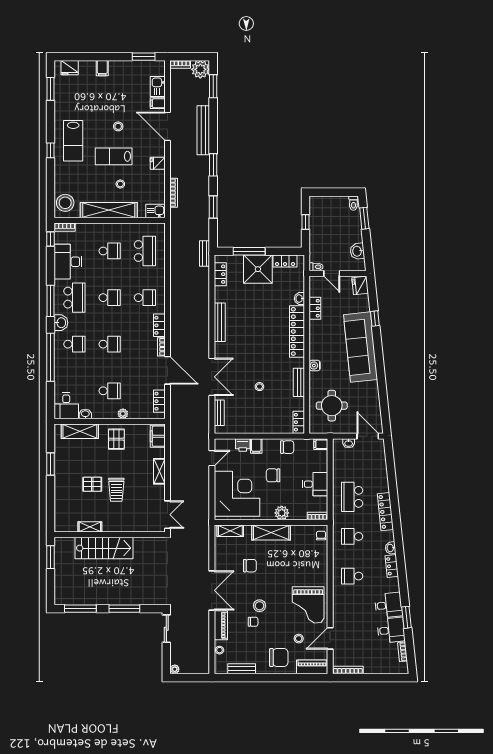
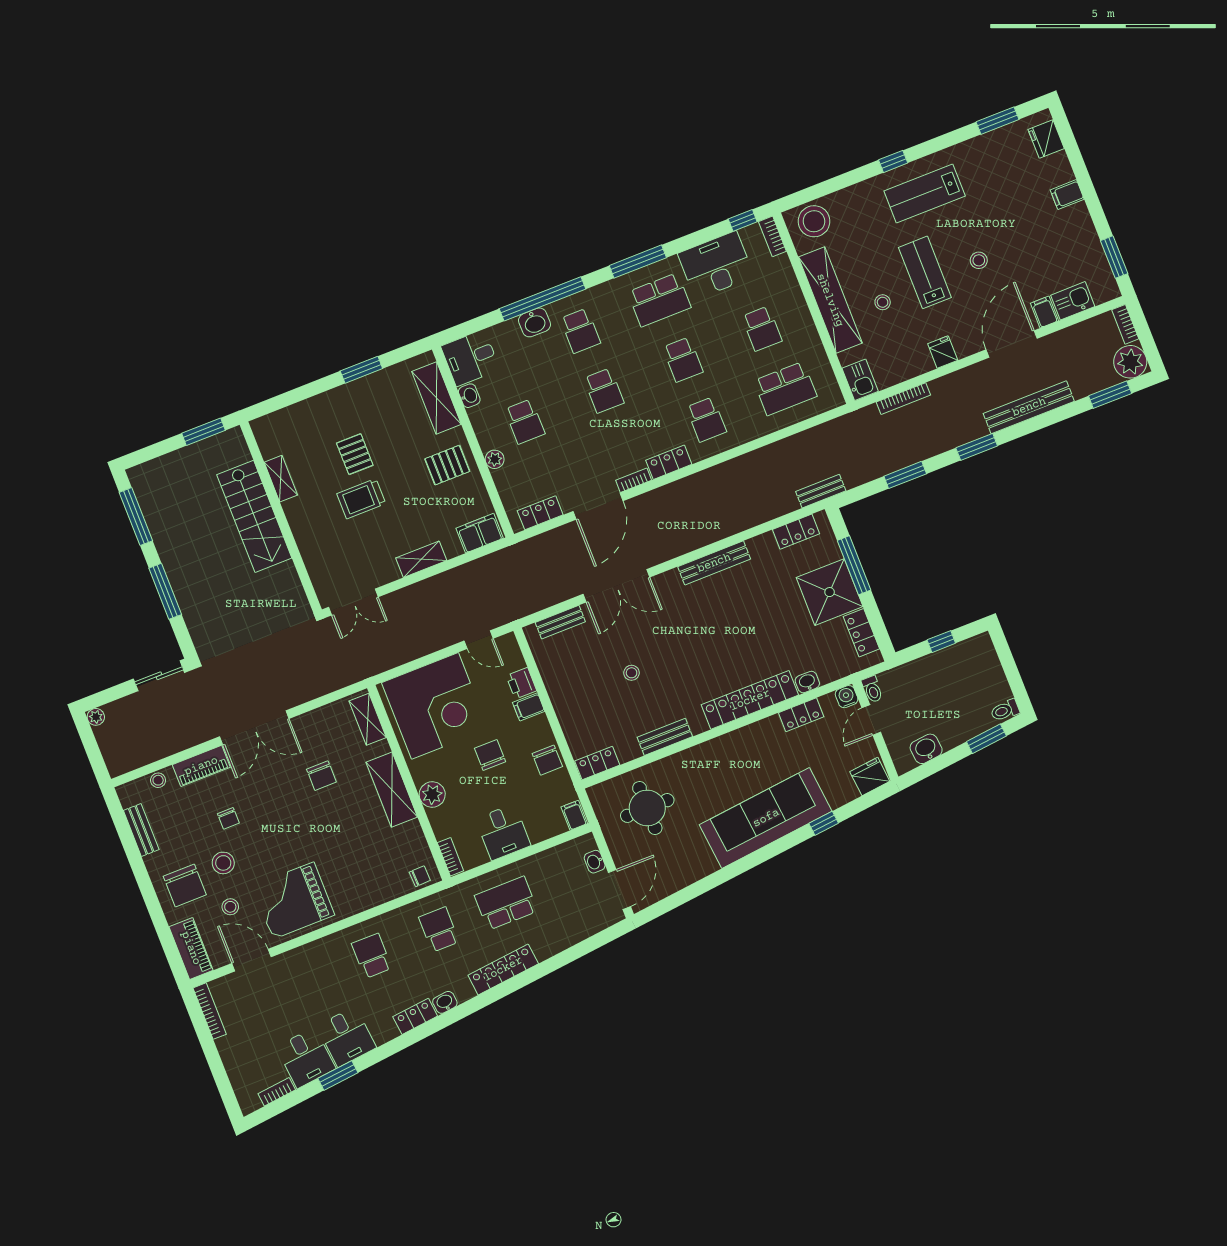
washbasin: (61, 323) -> (534, 322), moved
water cooler: (315, 366) -> (847, 697), moved
stool: (260, 606) -> (223, 863), moved

